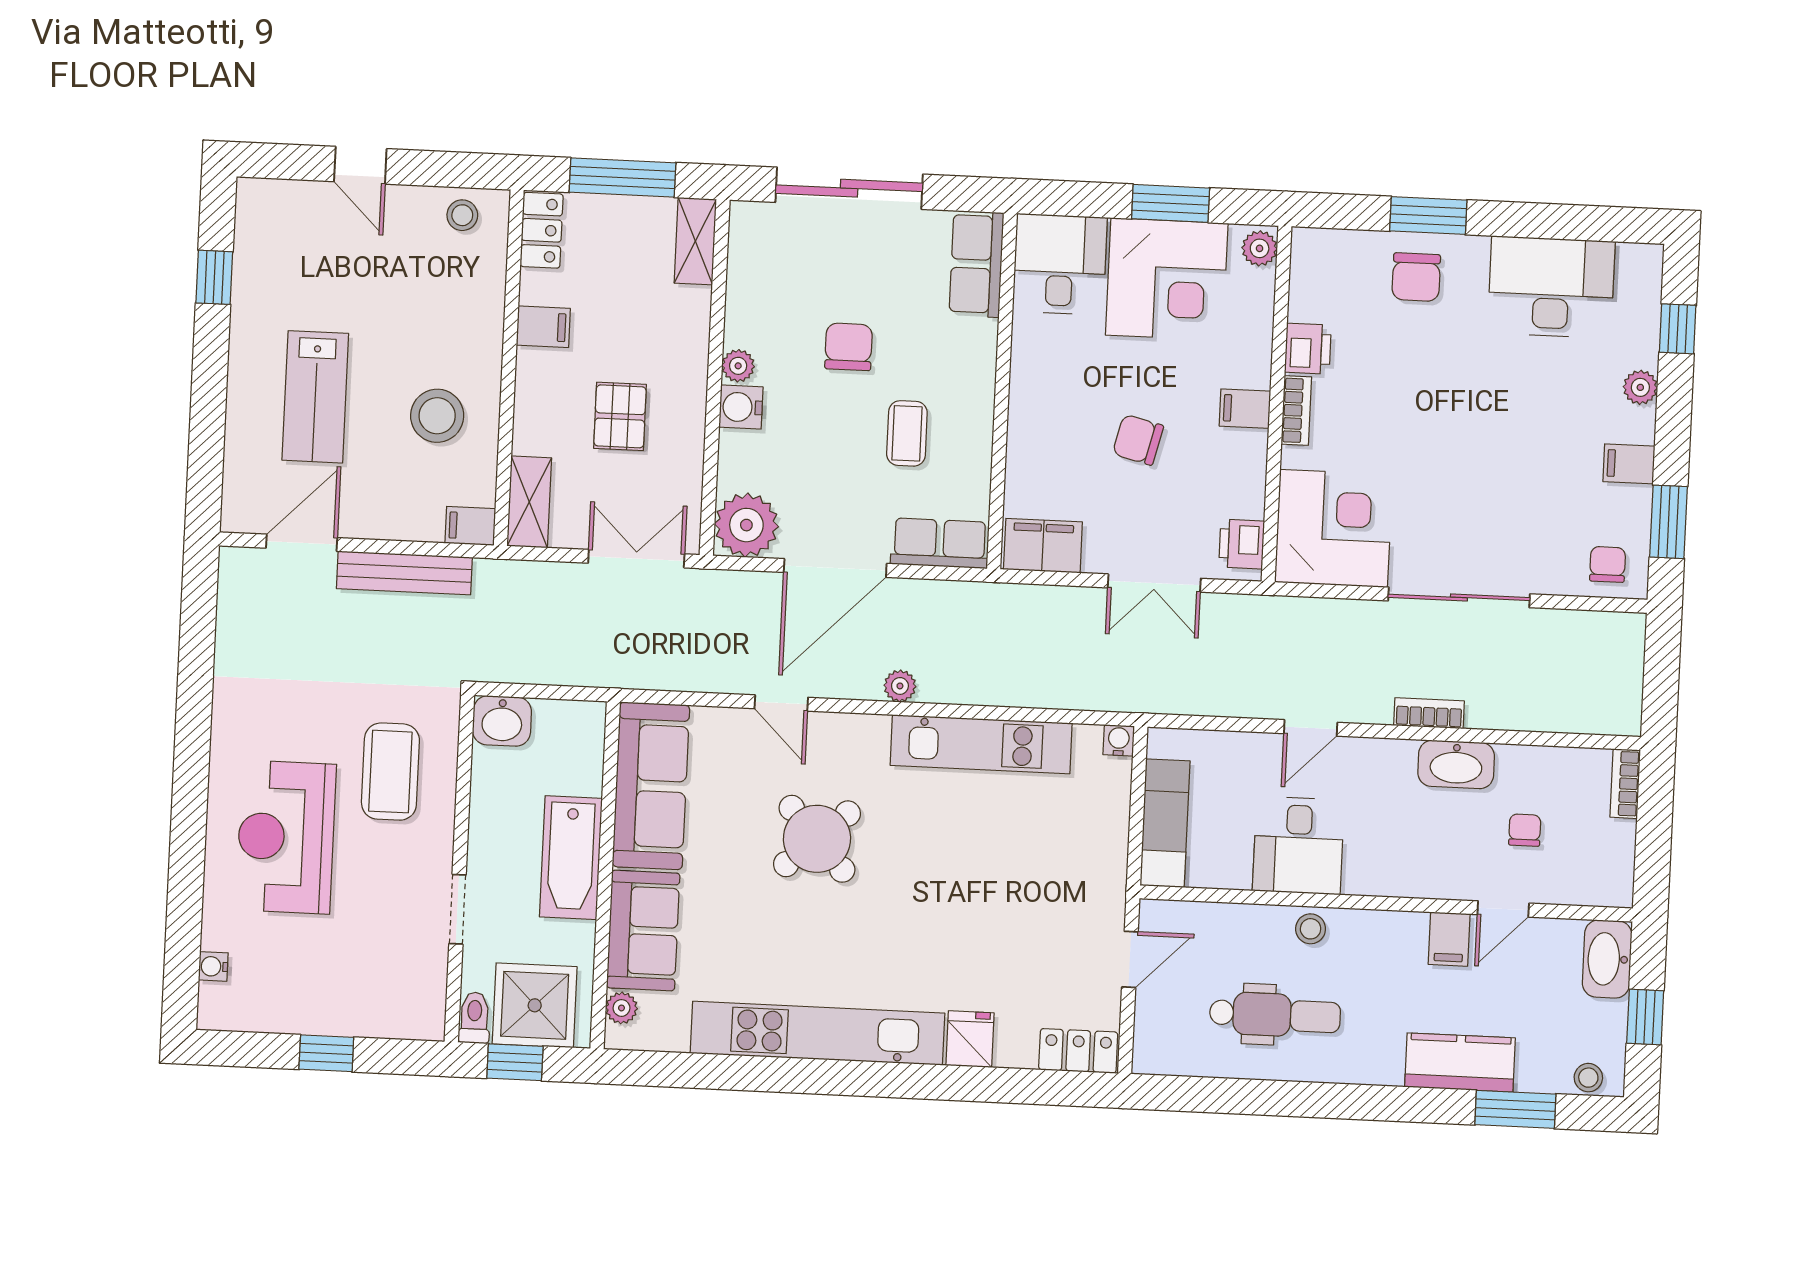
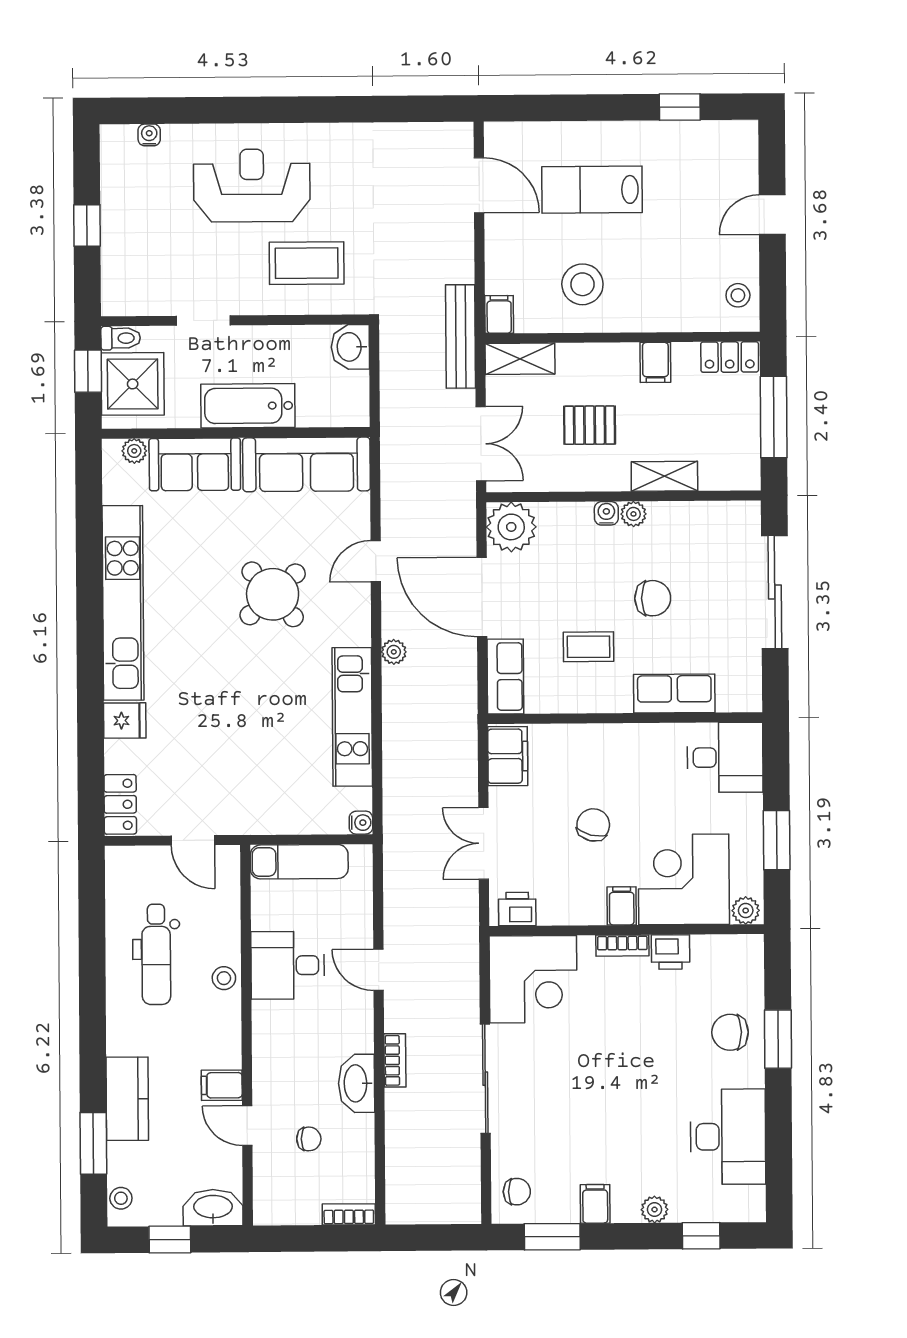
shelving: (695, 241) -> (664, 476), moved
row of seats: (976, 264) -> (674, 693), moved
corner desk: (1167, 279) -> (684, 879), moved, turned 90
water cooler: (741, 407) -> (606, 513), width x0.72, depth x0.72
bench: (404, 573) -> (461, 336), moved

